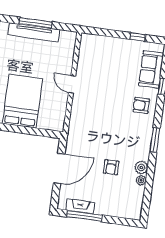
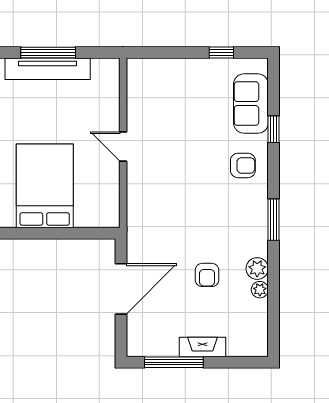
armchair: (141, 105) -> (243, 165), turned 180
fireplace: (80, 206) -> (202, 347), moved

